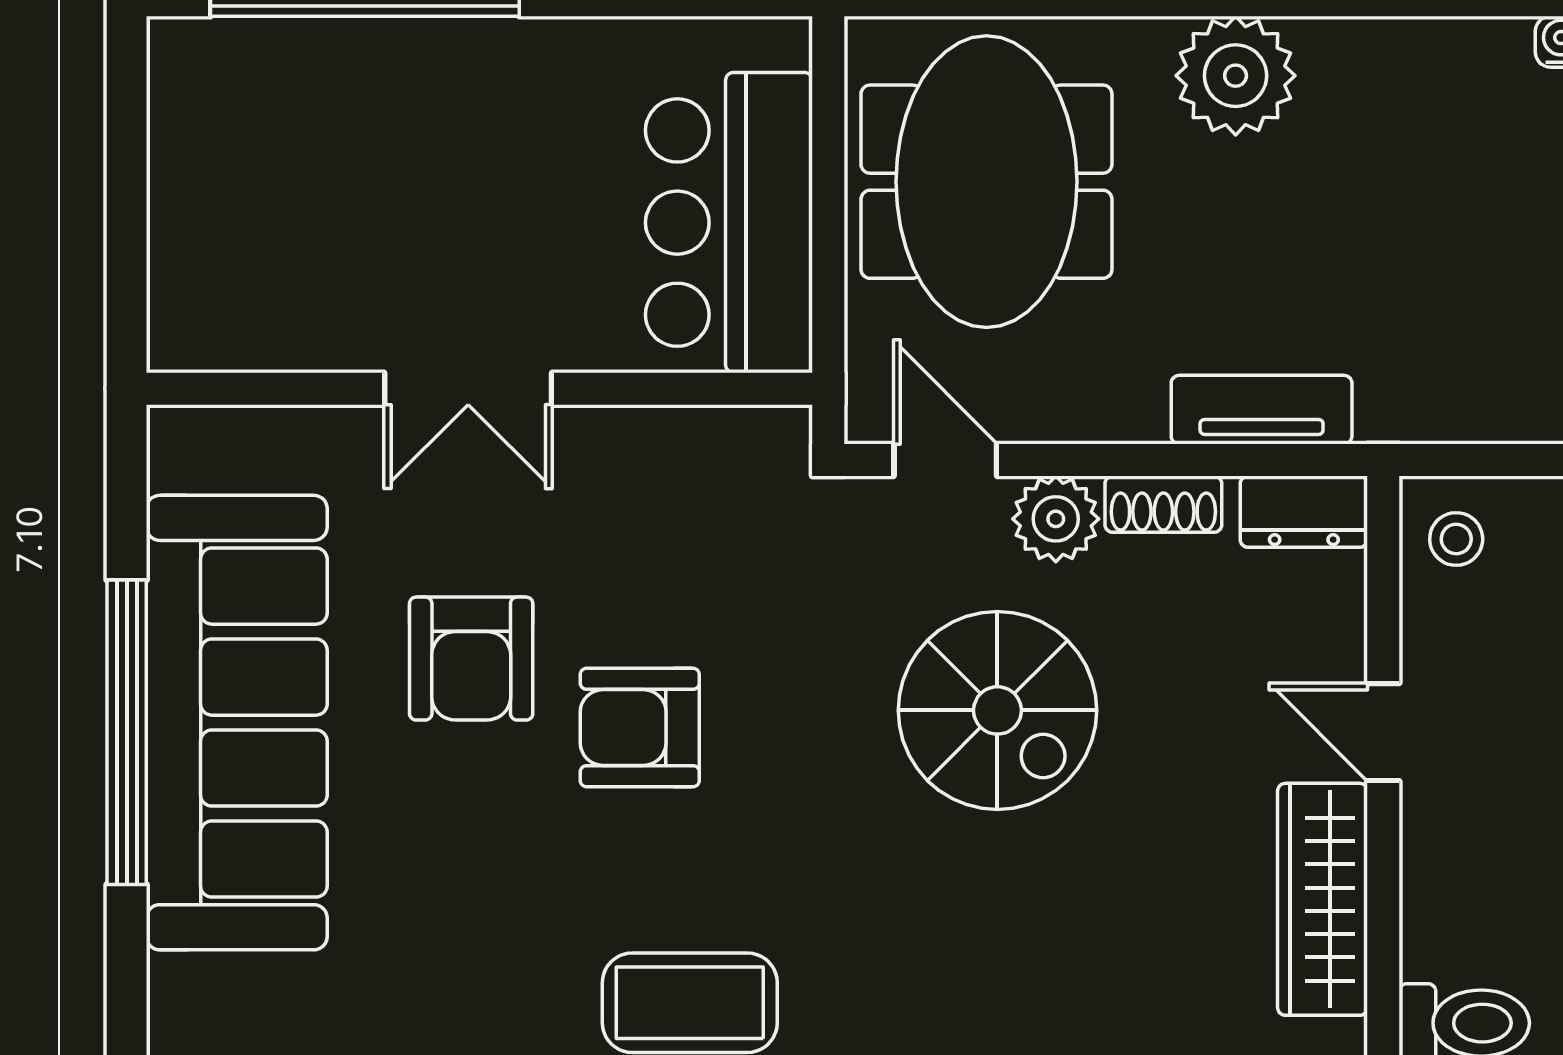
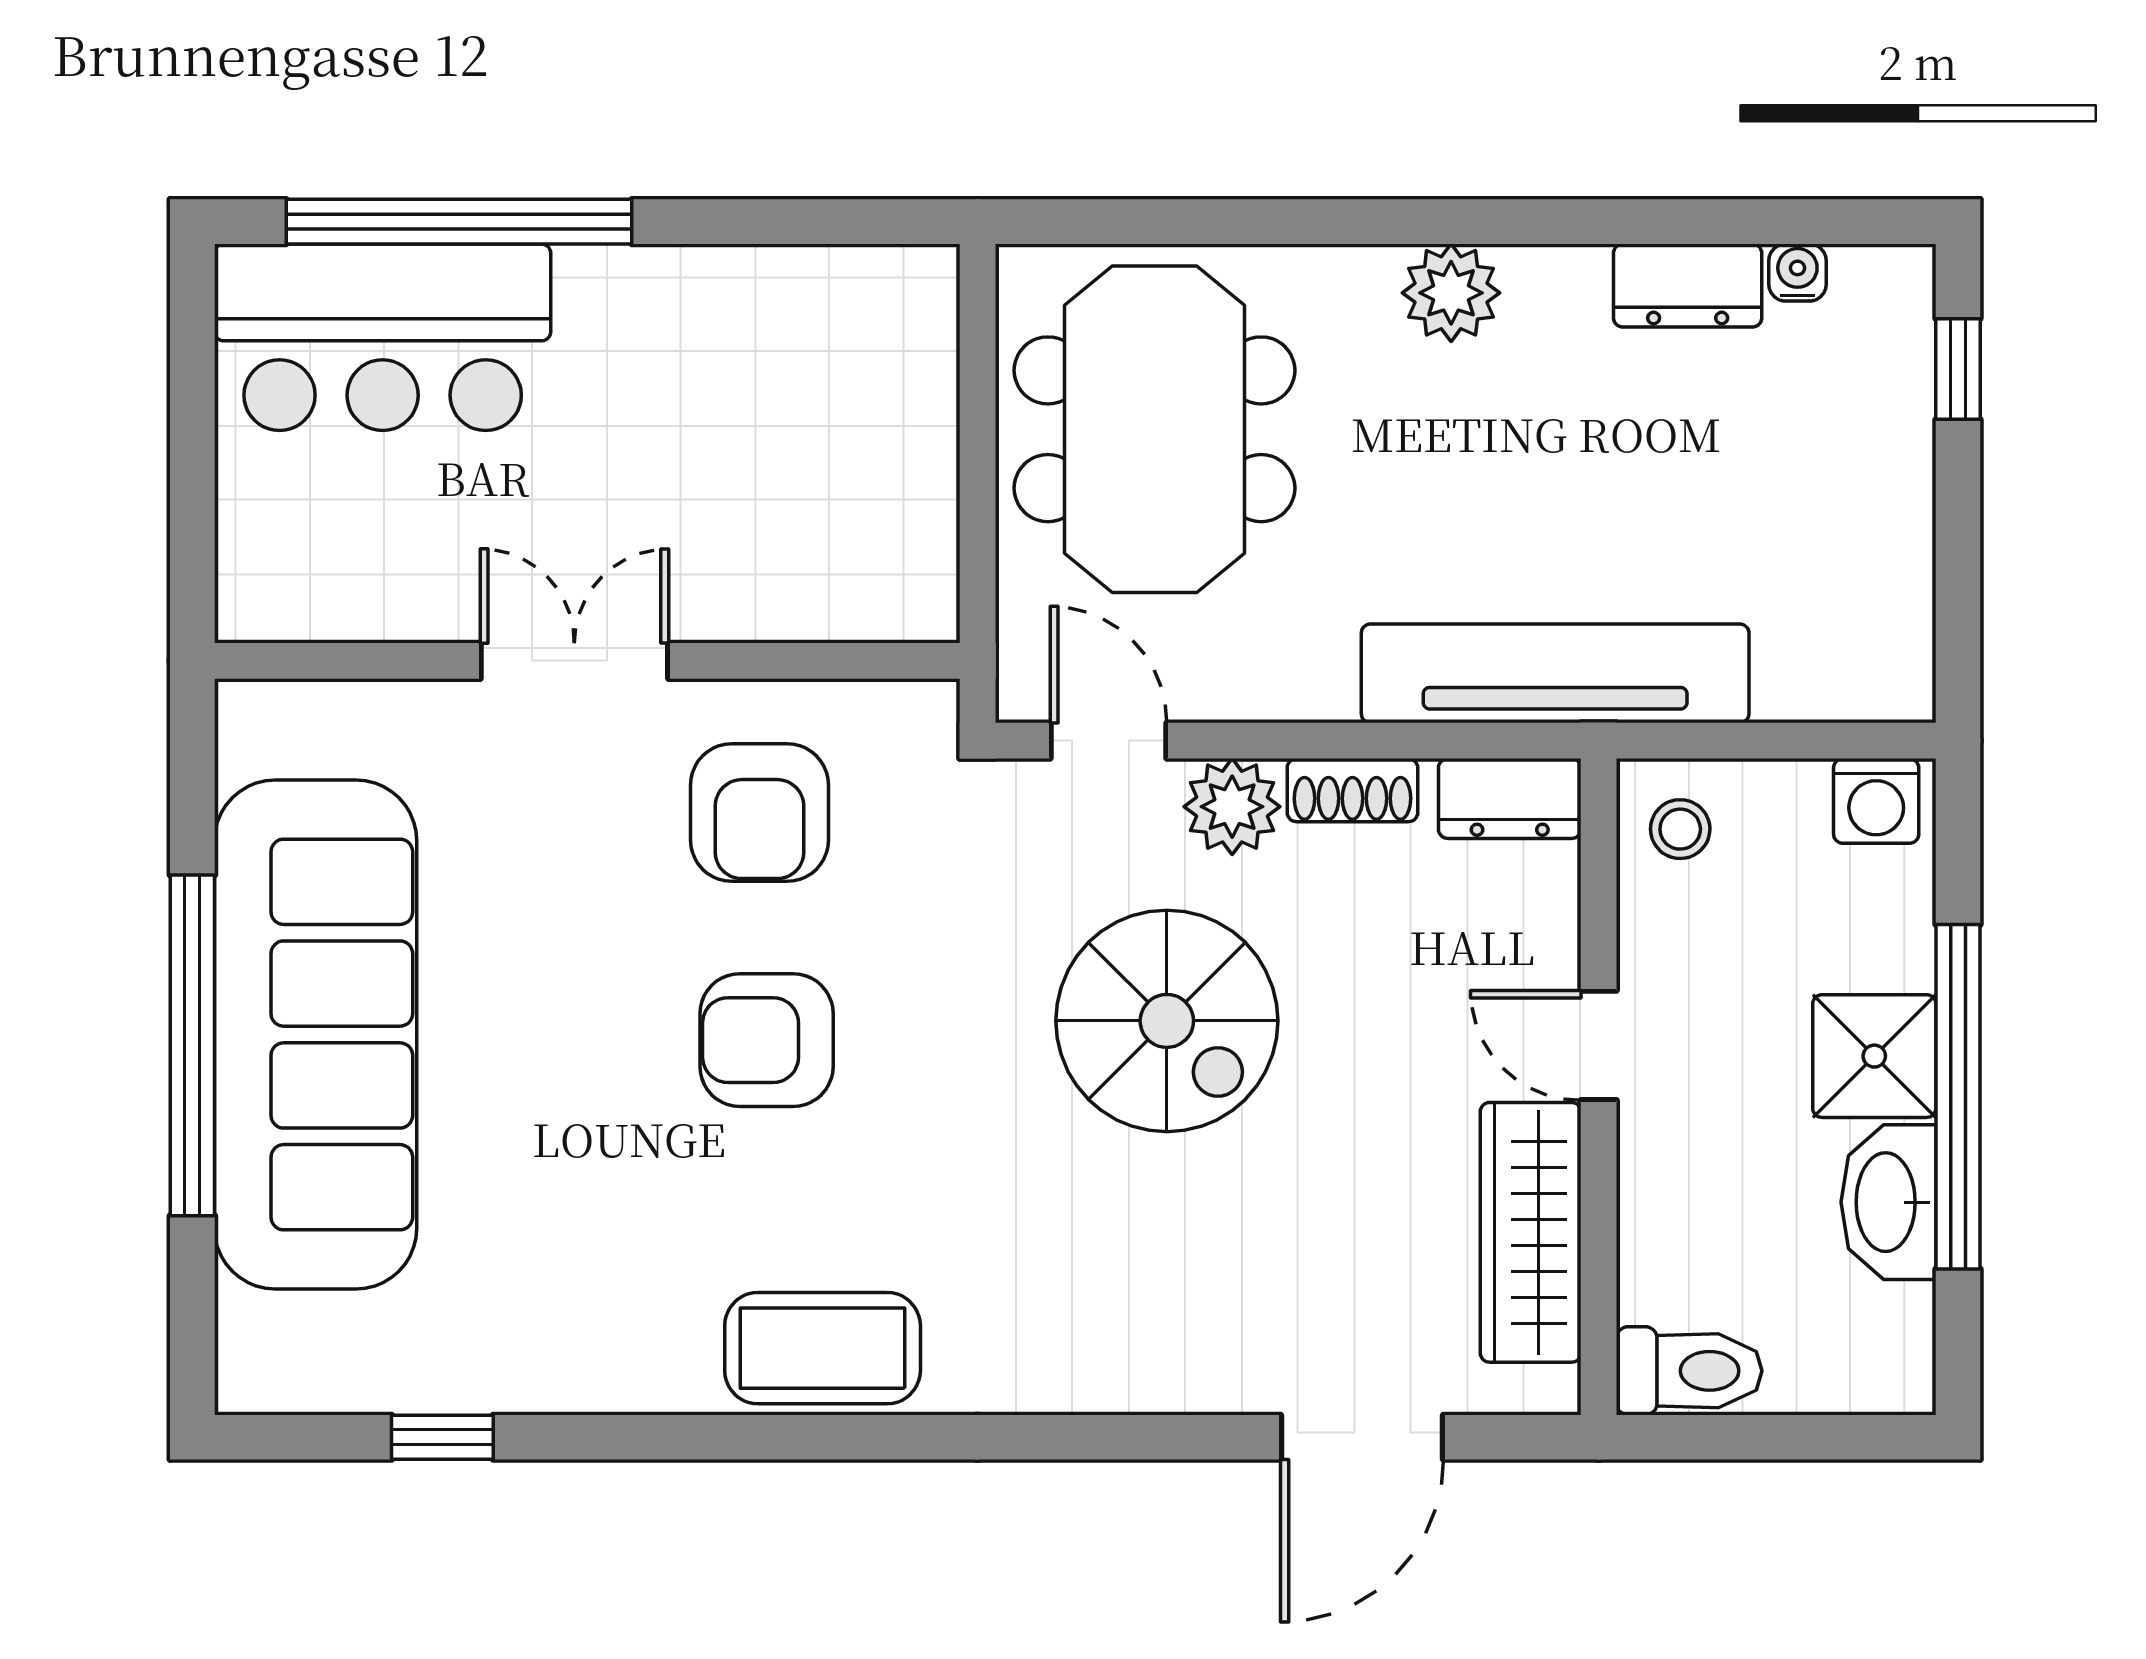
dresser: (1463, 53) -> (1688, 286), added
plant: (1236, 76) -> (1451, 293), width x0.73, depth x0.73
bar counter: (729, 223) -> (383, 337), moved, turned -90
double door: (468, 389) -> (574, 661), swing flipped
tv unit: (1262, 410) -> (1555, 673), width x1.92, depth x1.29
armchair: (471, 659) -> (759, 813), moved

